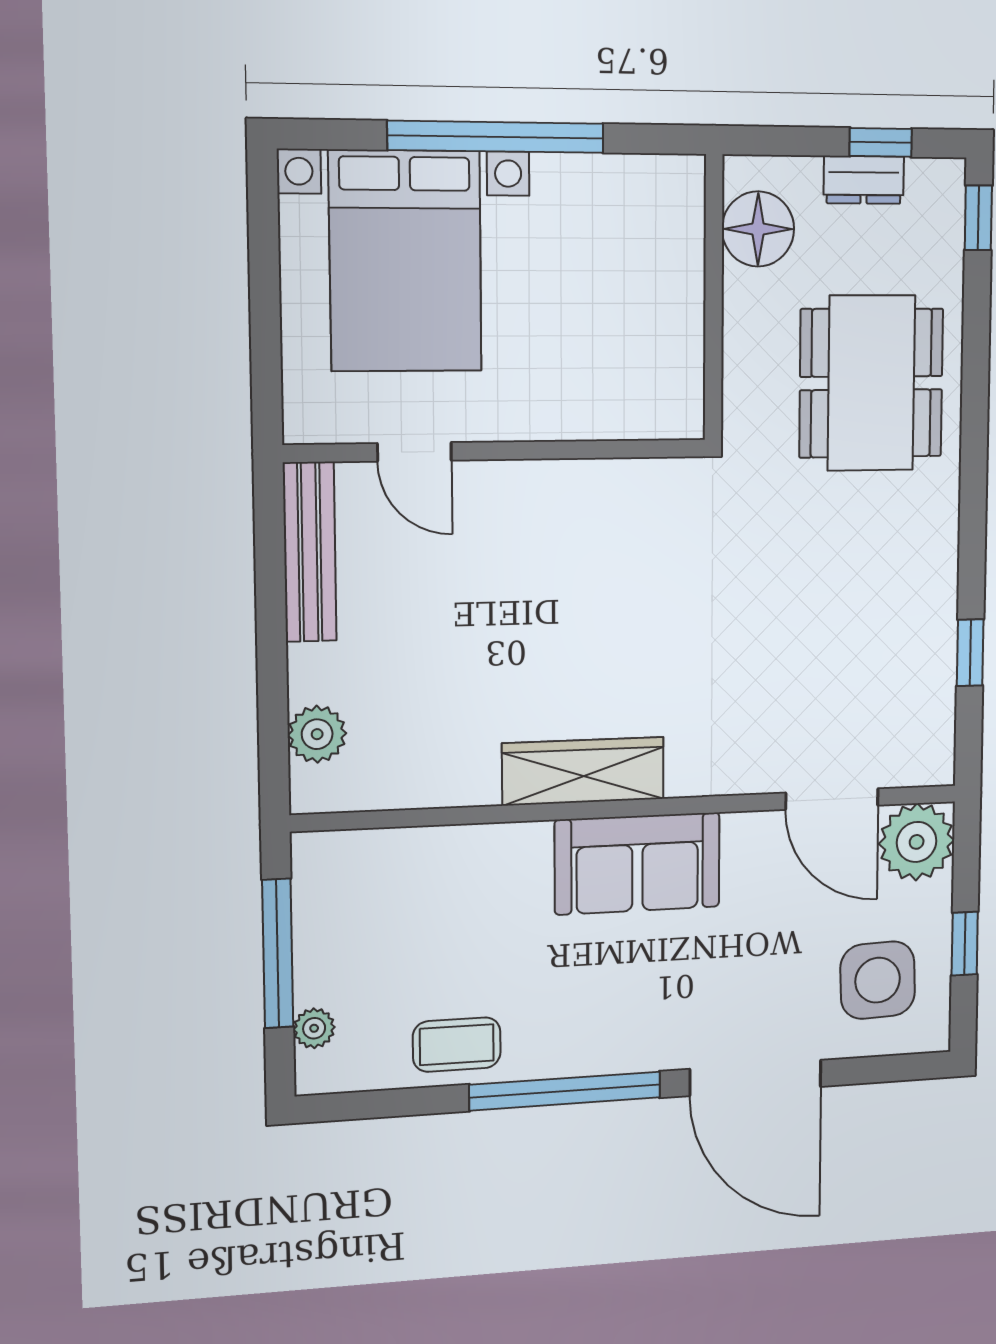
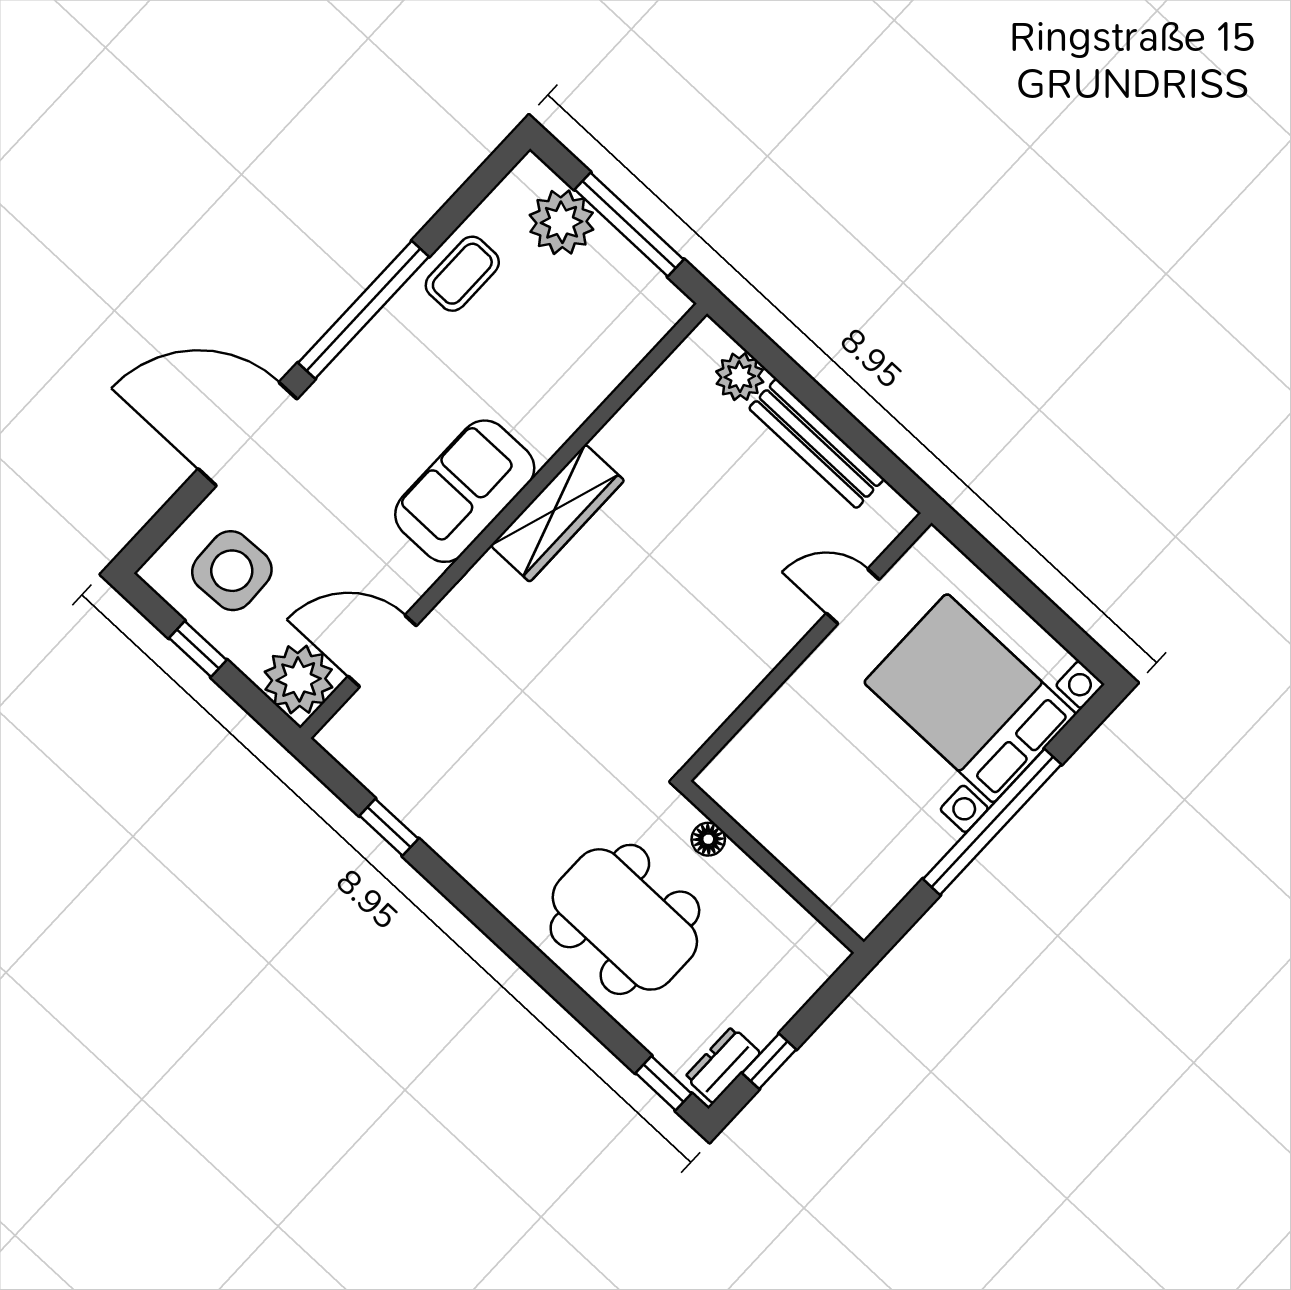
dresser: (864, 180) -> (723, 1065), moved
floor lamp: (758, 229) -> (708, 839), moved, width x0.53, depth x0.53
bench: (310, 552) -> (816, 444), moved
plant: (314, 1028) -> (562, 222), width x1.88, depth x1.88

